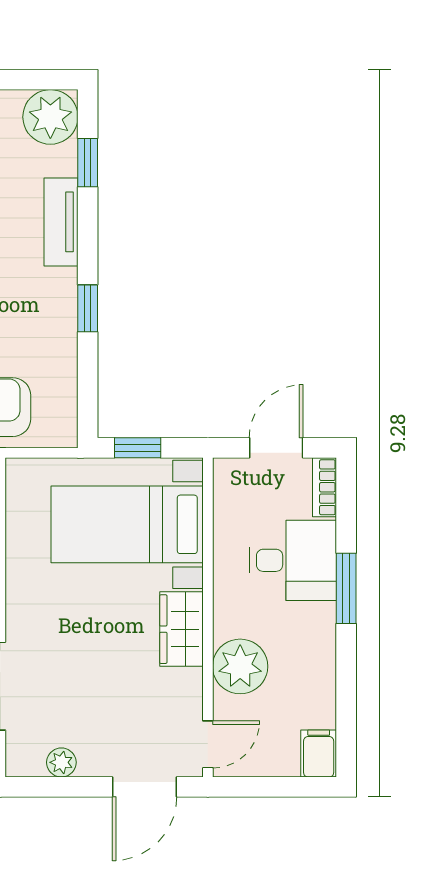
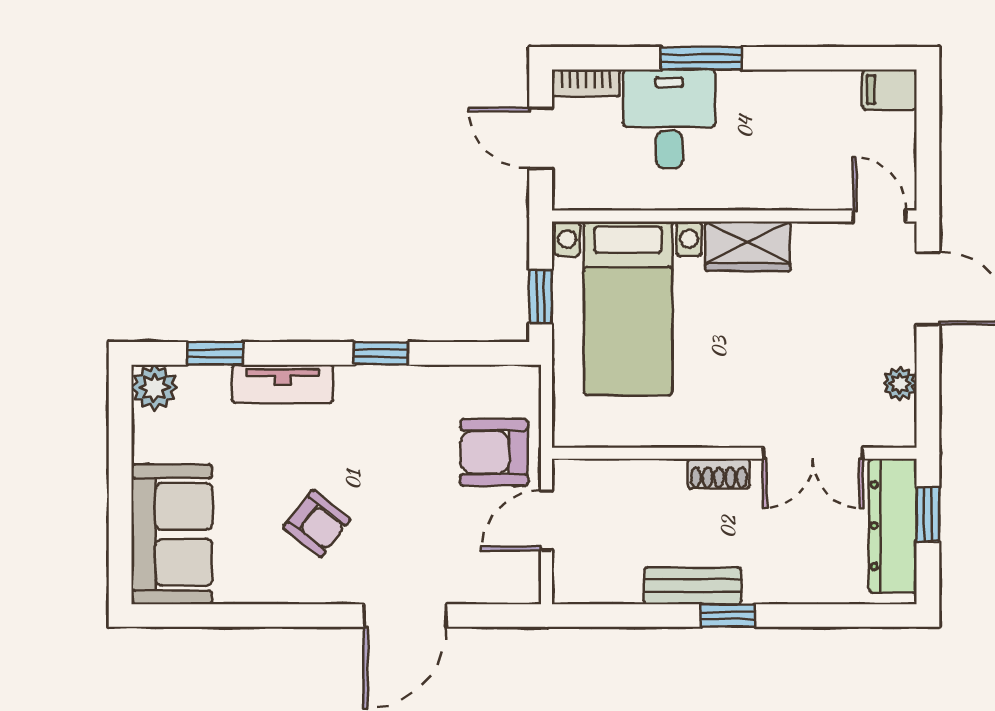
plant: (50, 117) -> (154, 388), width x0.73, depth x0.73
plant: (240, 666) -> (790, 179), removed

